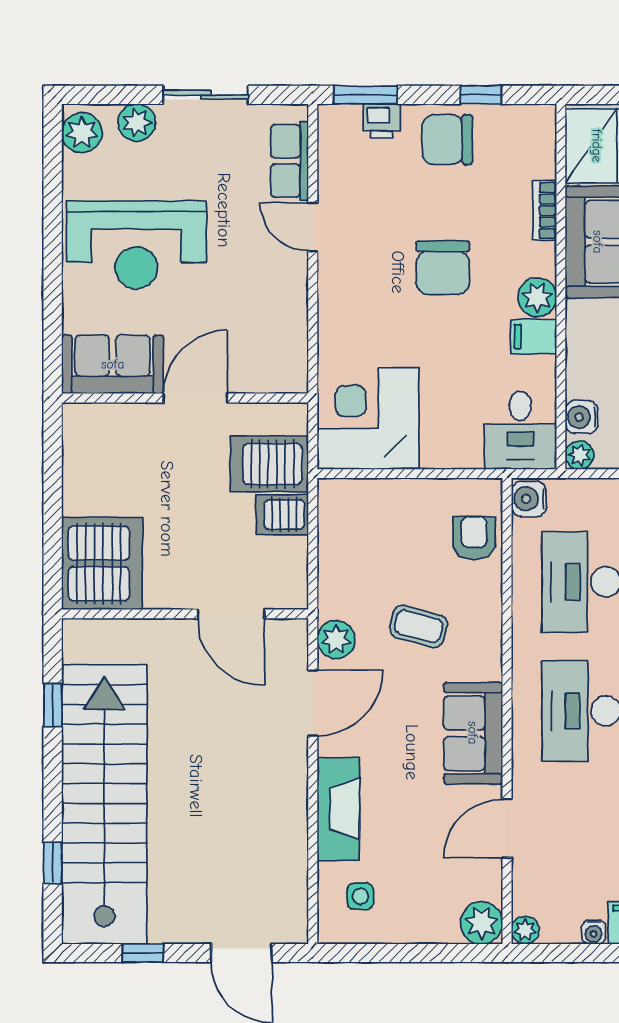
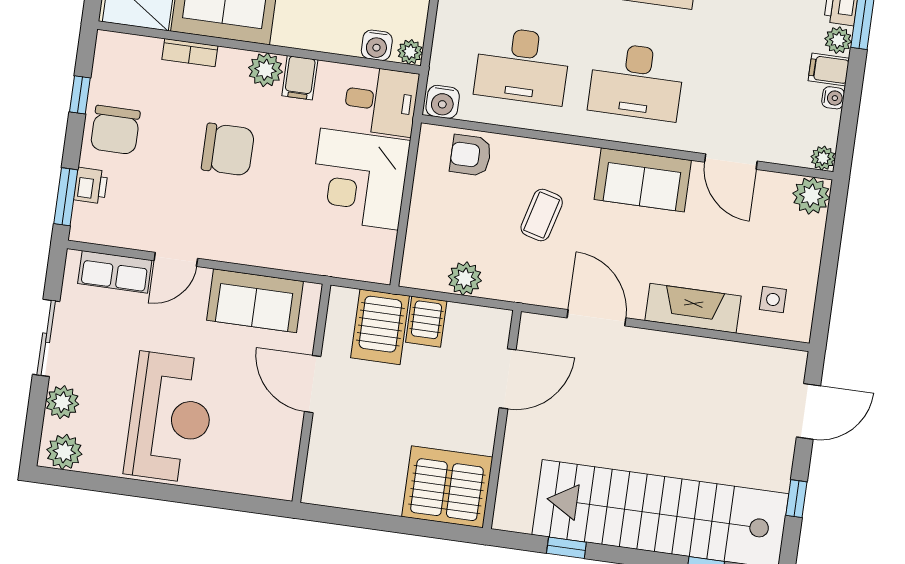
sofa: (113, 364) -> (255, 301), moved, turned -90
corner desk: (368, 418) -> (359, 179), moved
plant: (336, 639) -> (465, 279), moved

